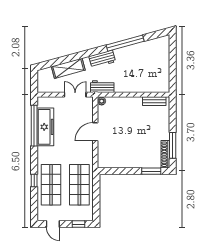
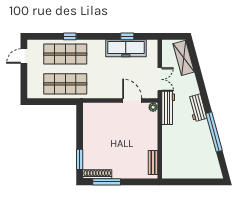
shelving: (68, 68) -> (184, 58), moved
workbench: (102, 87) -> (168, 108), width x1.37
window: (34, 126) -> (127, 36), width x0.32
door: (95, 132) -> (132, 101), moved
window: (78, 224) -> (24, 83), removed

